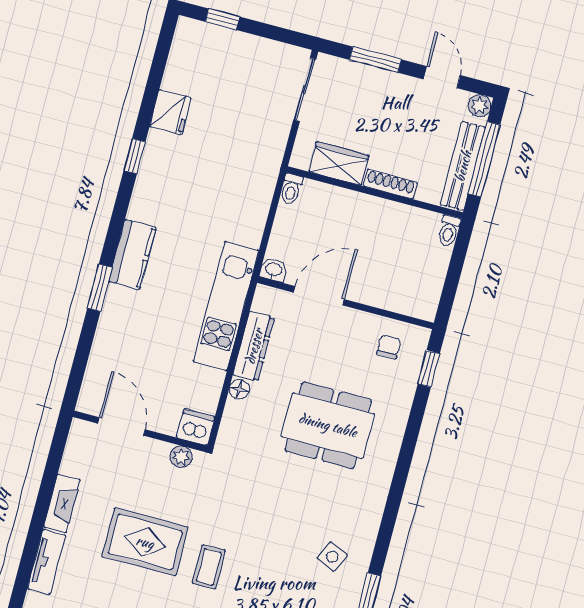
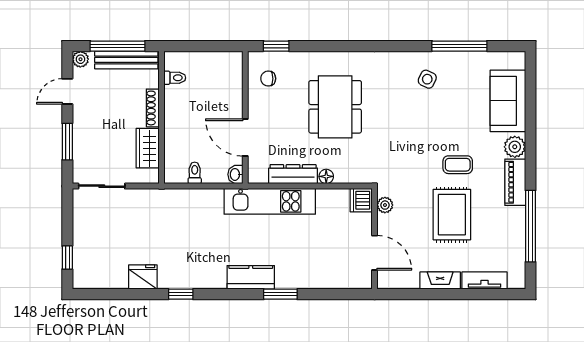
toilet: (291, 189) -> (195, 173), moved, turned -90
toilet: (449, 231) -> (175, 78), moved
door: (122, 427) -> (375, 253), swing flipped

